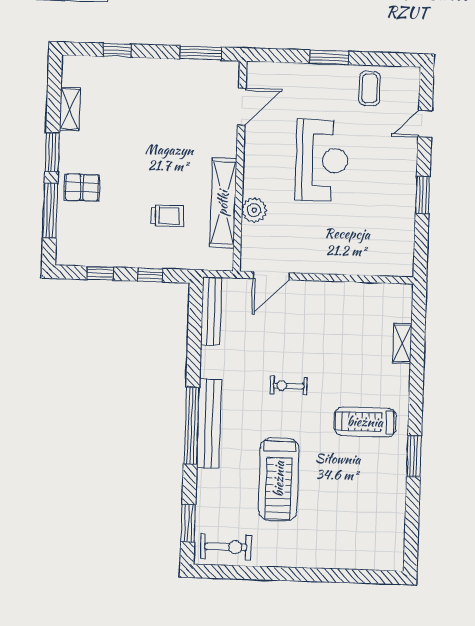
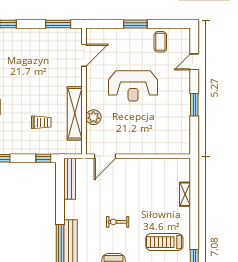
reception desk: (322, 160) -> (133, 86), turned 90
window: (150, 275) -> (43, 158), moved

